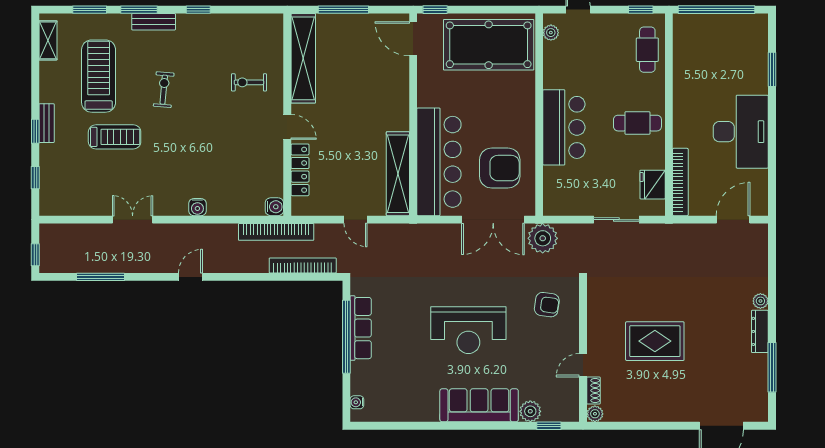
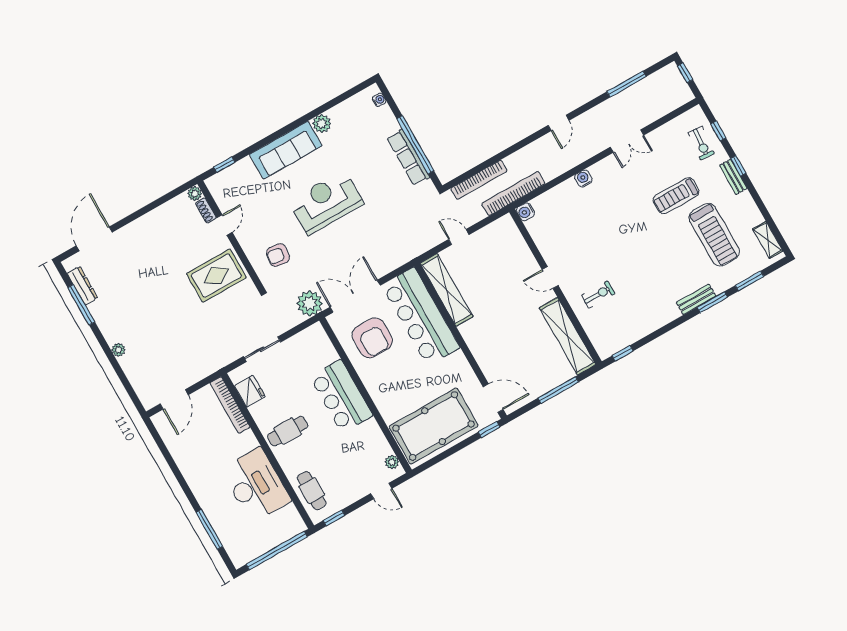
window: (198, 10) -> (623, 353), moved
window: (772, 69) -> (209, 529), width x1.44
exercise bike: (164, 90) -> (701, 143), moved
desk: (741, 132) -> (256, 485), moved, turned 180
armchair: (500, 168) -> (372, 338), turned -90
locker: (300, 170) -> (522, 251), removed
dresser: (760, 331) -> (82, 286), moved
rug: (655, 341) -> (216, 276), moved
plant: (530, 411) -> (322, 124), moved

